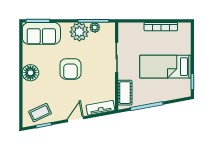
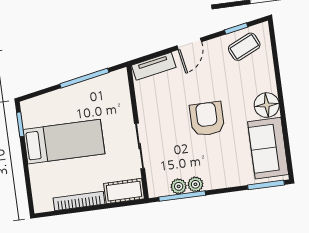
plant: (79, 32) -> (195, 184), width x0.53, depth x0.53
sofa: (41, 33) -> (268, 148), moved, turned -90
cot: (125, 93) -> (124, 191), moved, turned 90

